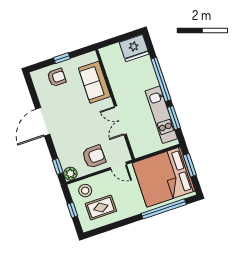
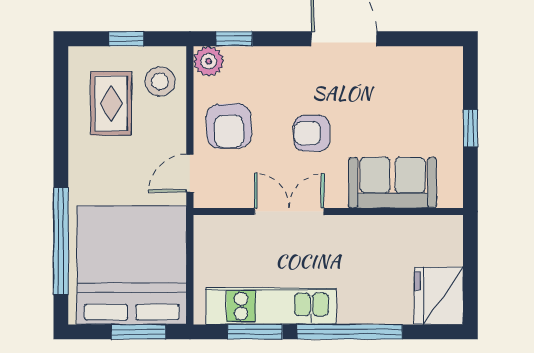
armchair: (57, 77) -> (312, 133), moved, turned 90

